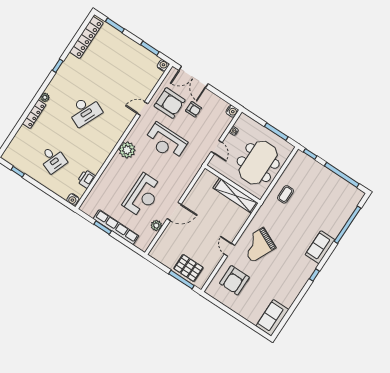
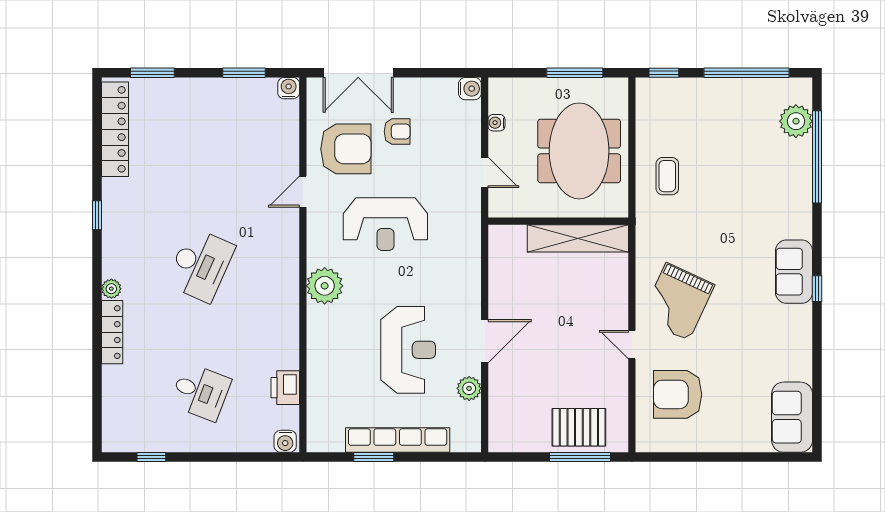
plant: (348, 206) -> (796, 121), added
sofa: (320, 247) -> (794, 272), moved
armchair: (234, 280) -> (678, 394), turned 90

